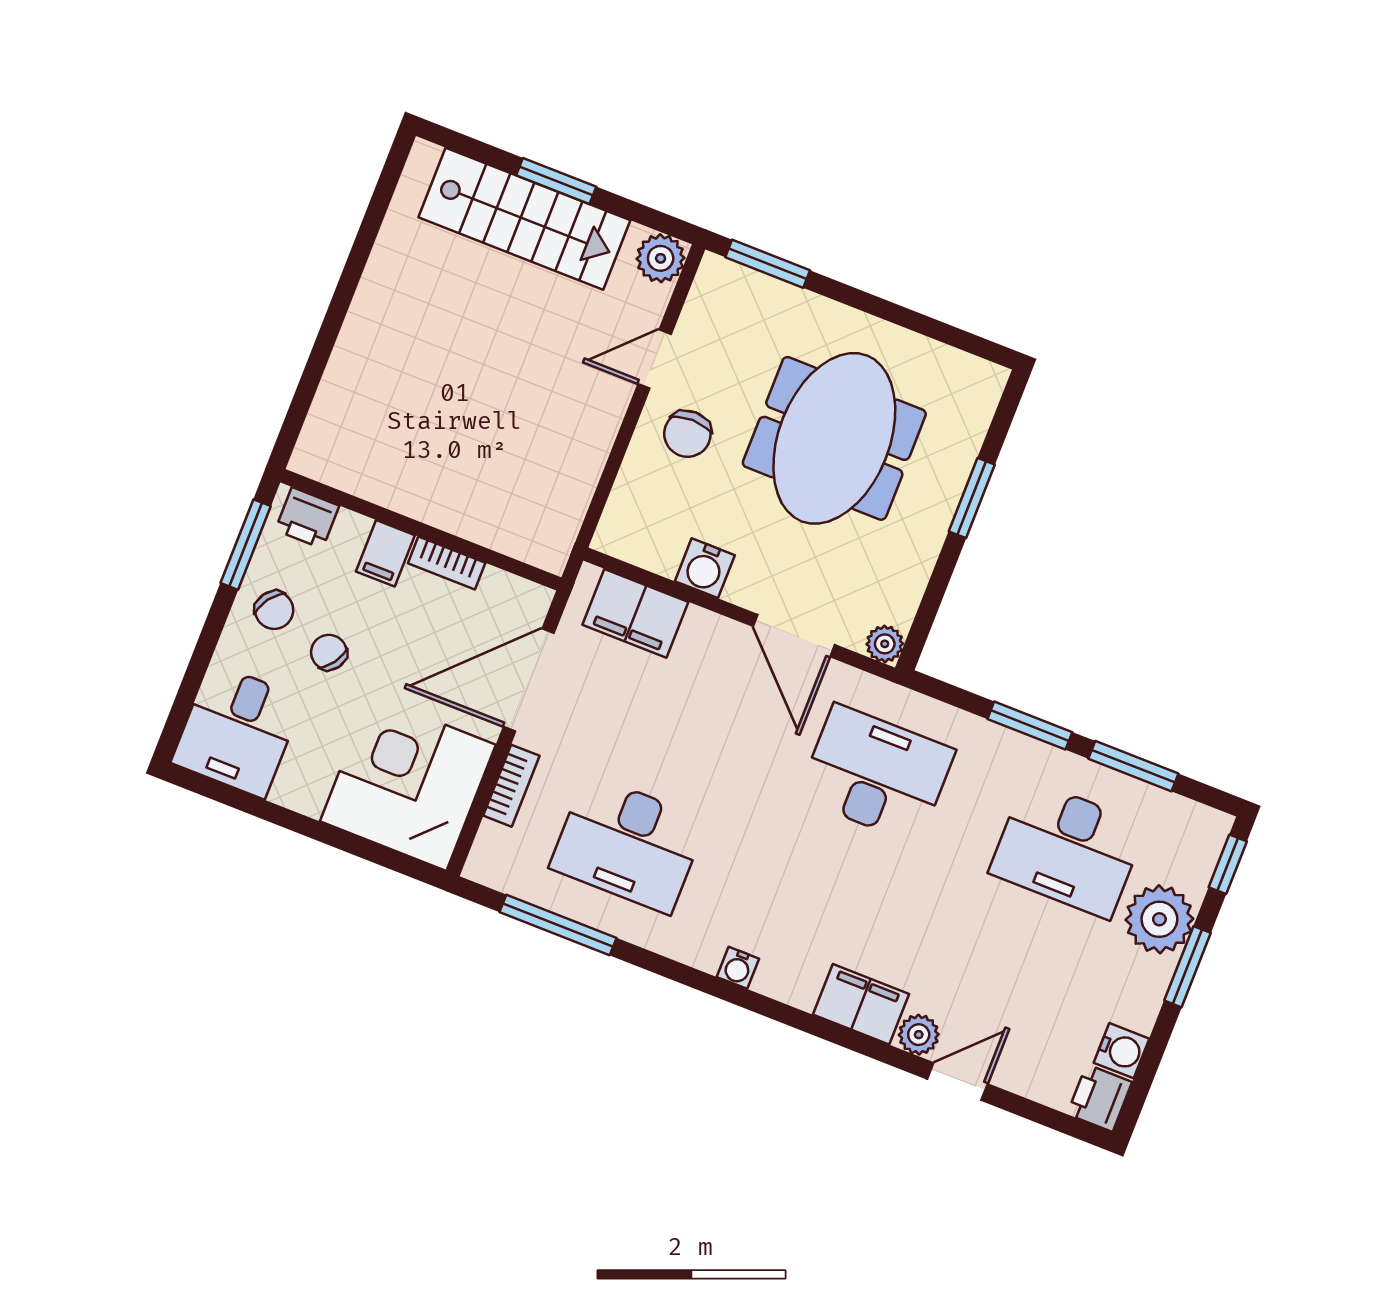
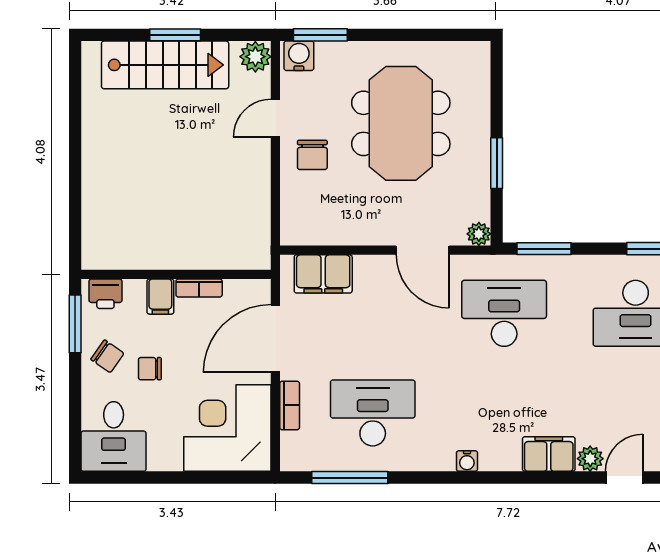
window: (972, 498) -> (497, 163), moved
water cooler: (705, 568) -> (299, 56), moved, turned 180
chair: (329, 652) -> (150, 369), turned -35
window: (1030, 726) -> (544, 249), moved
desk: (628, 844) -> (373, 413), turned 180

